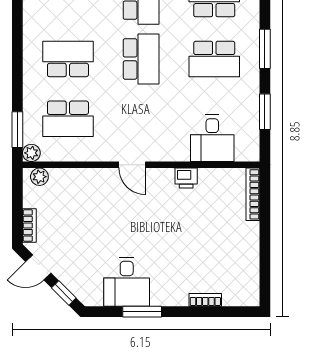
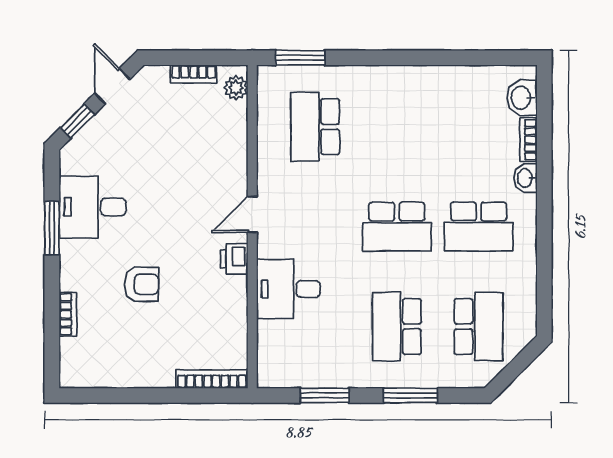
school desk: (68, 59) -> (397, 127), removed
desk: (212, 138) -> (288, 289), moved
plant: (31, 153) -> (268, 77), removed
printer: (186, 178) -> (234, 259), moved
bookcase: (29, 225) -> (194, 74), moved
armchair: (183, 246) -> (142, 284), added

